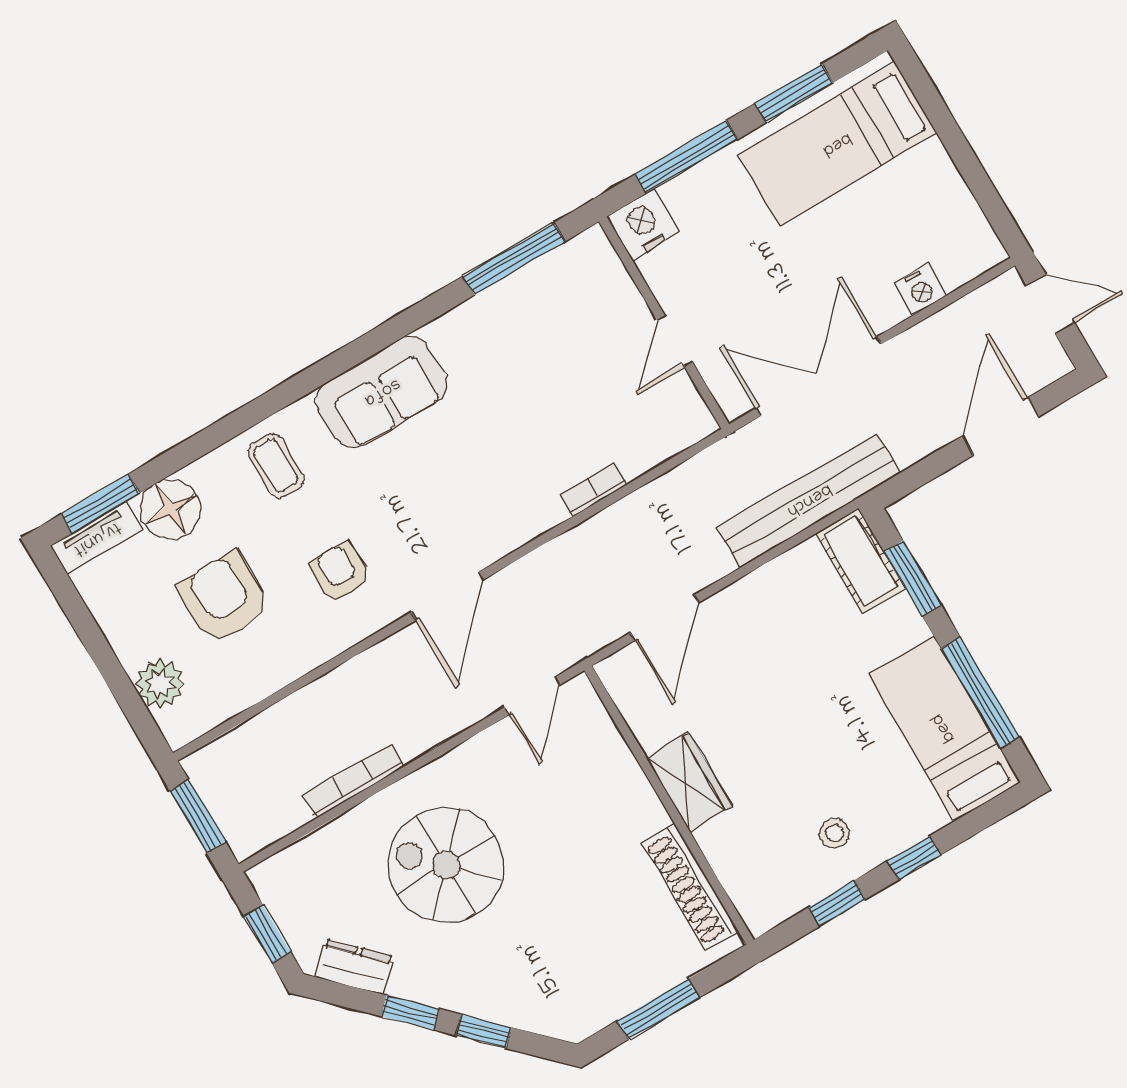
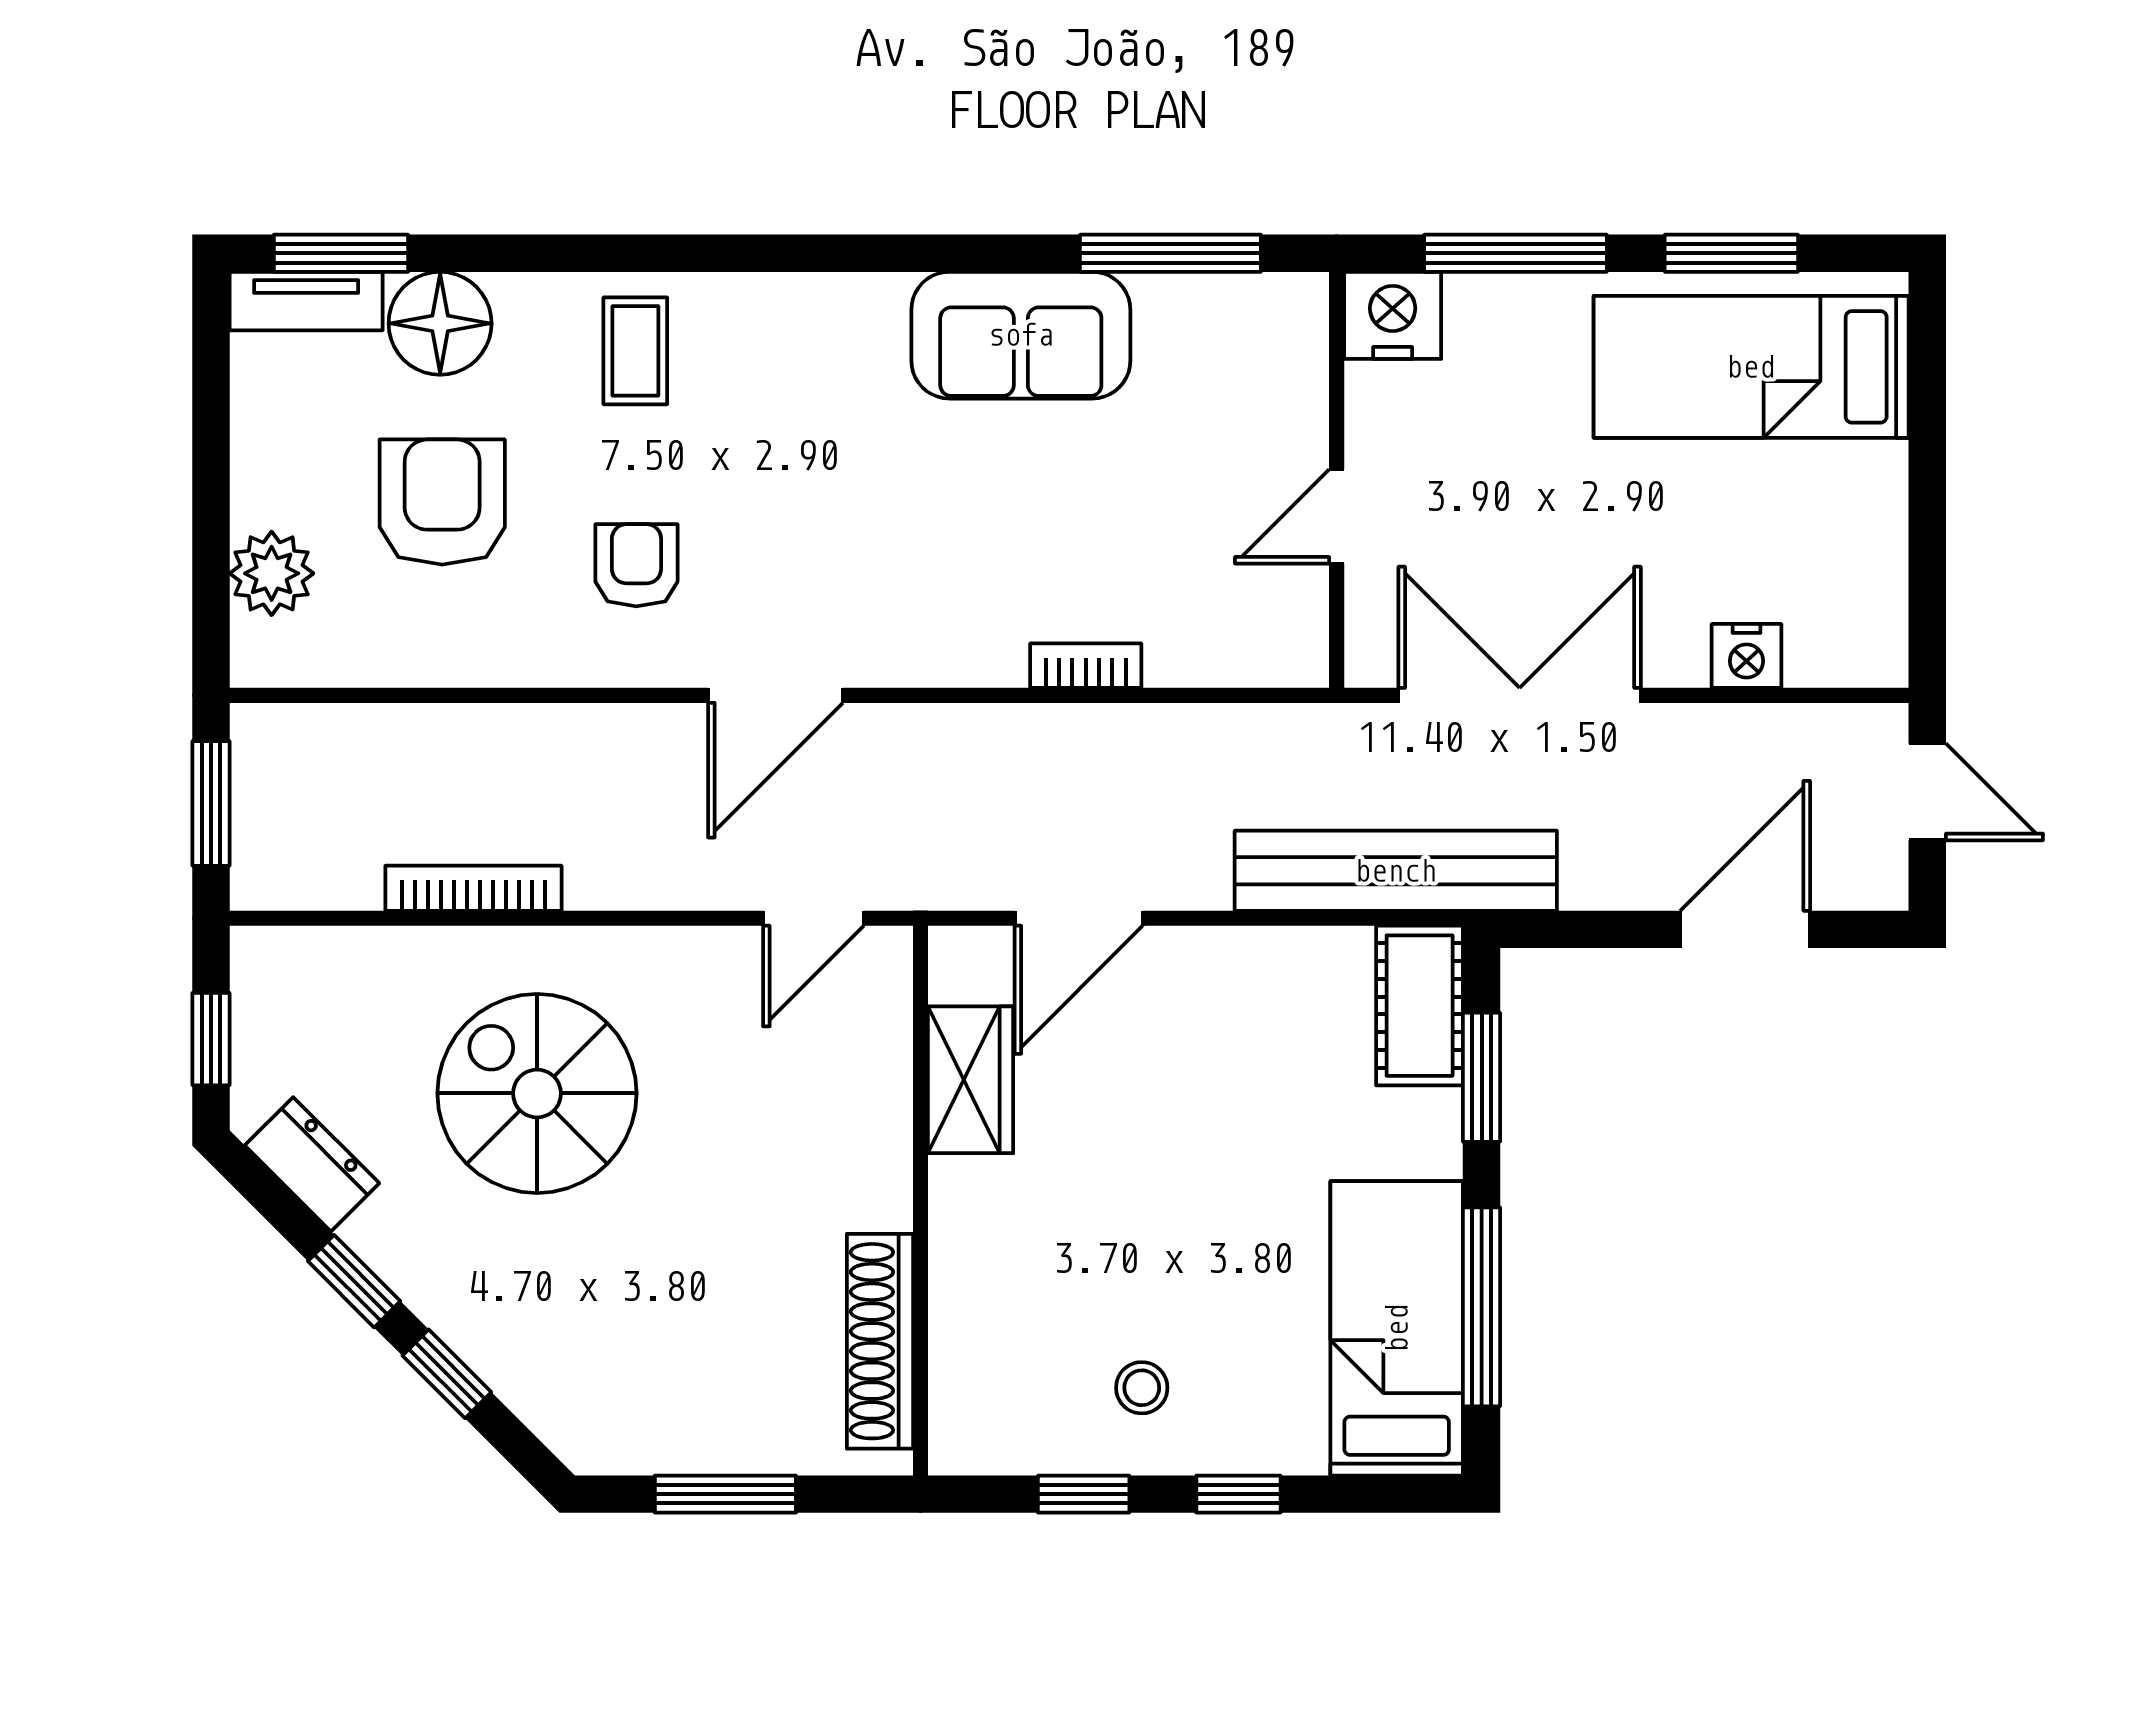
sofa: (382, 392) -> (1021, 335), moved
wardrobe: (689, 782) -> (971, 1080), moved

